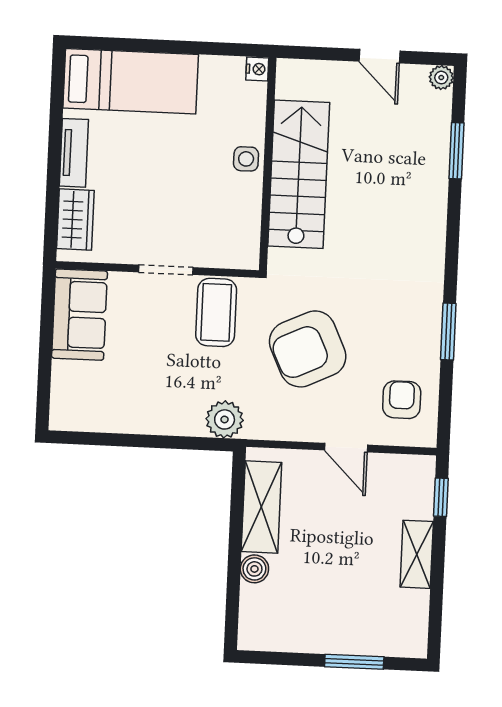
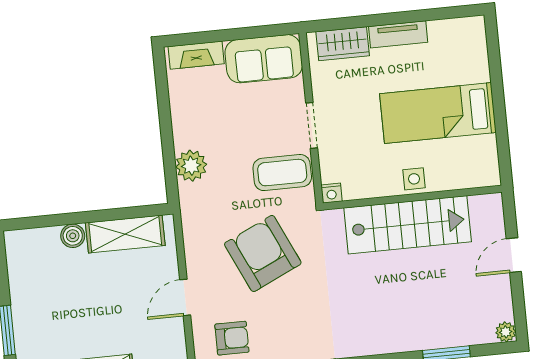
door: (379, 56) -> (514, 255), moved
nightstand: (257, 69) -> (331, 193), moved
bed: (131, 81) -> (438, 113), moved, turned 90
fireplace: (64, 393) -> (196, 55), added
plant: (225, 419) -> (191, 166), moved

